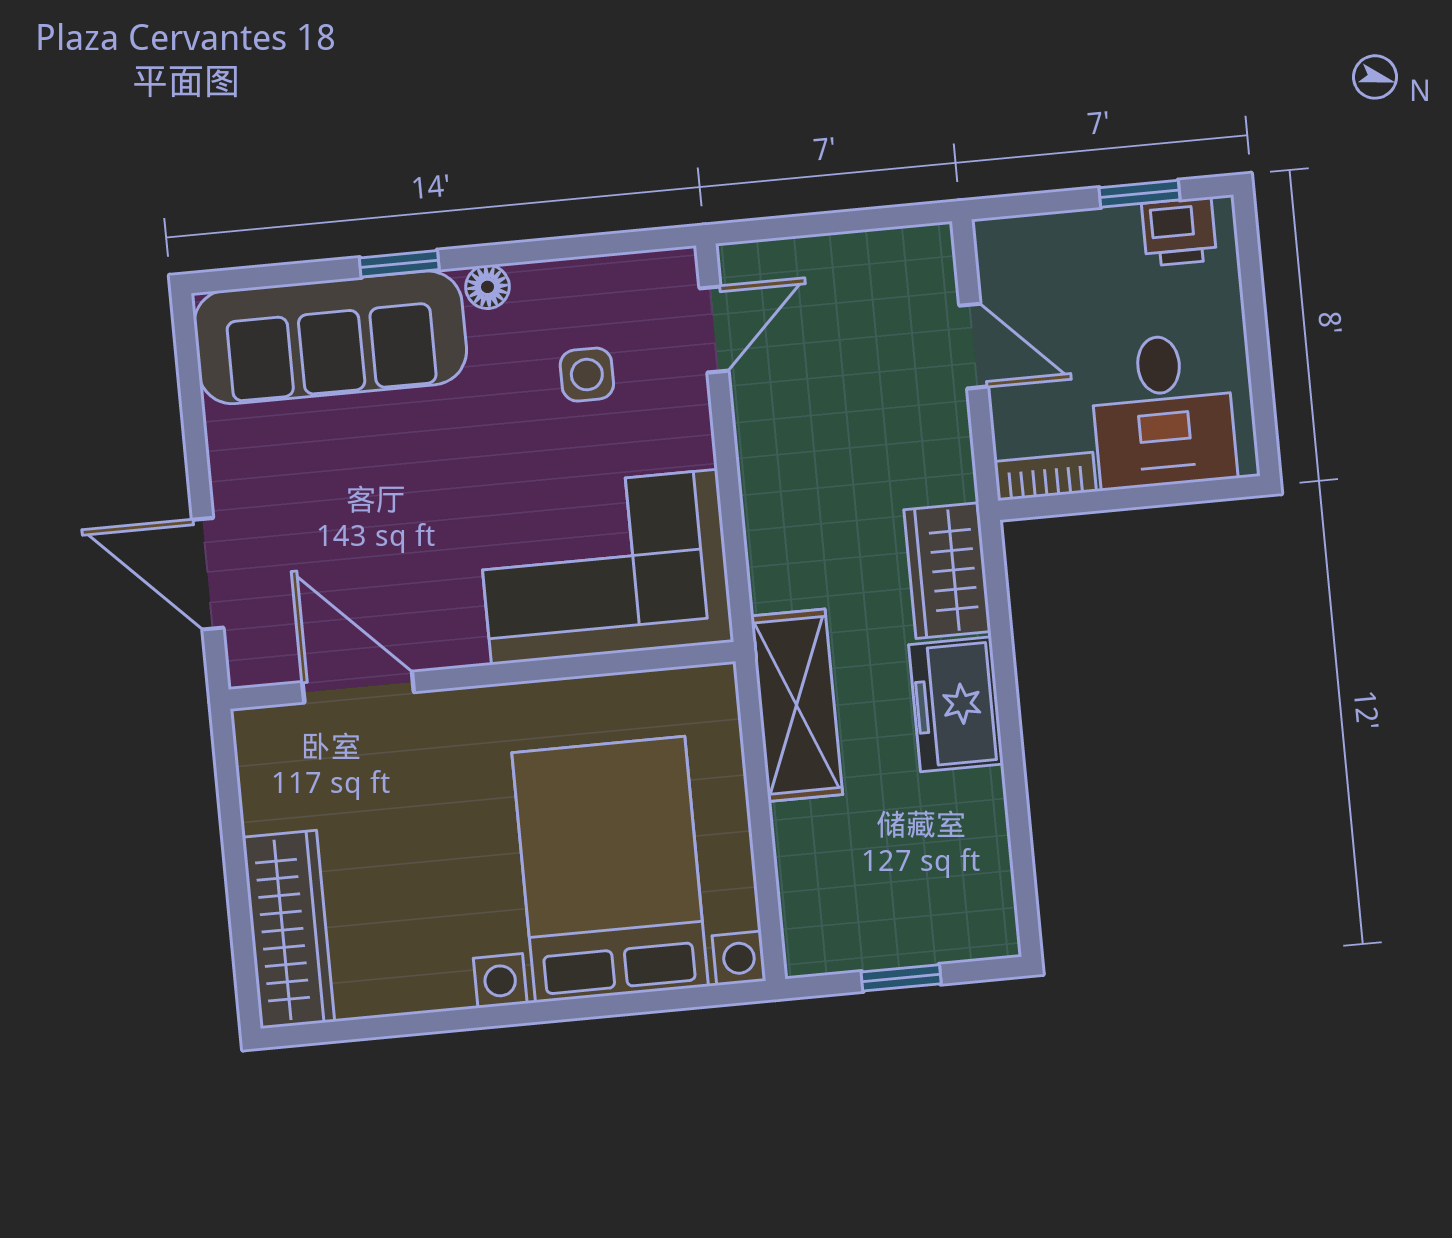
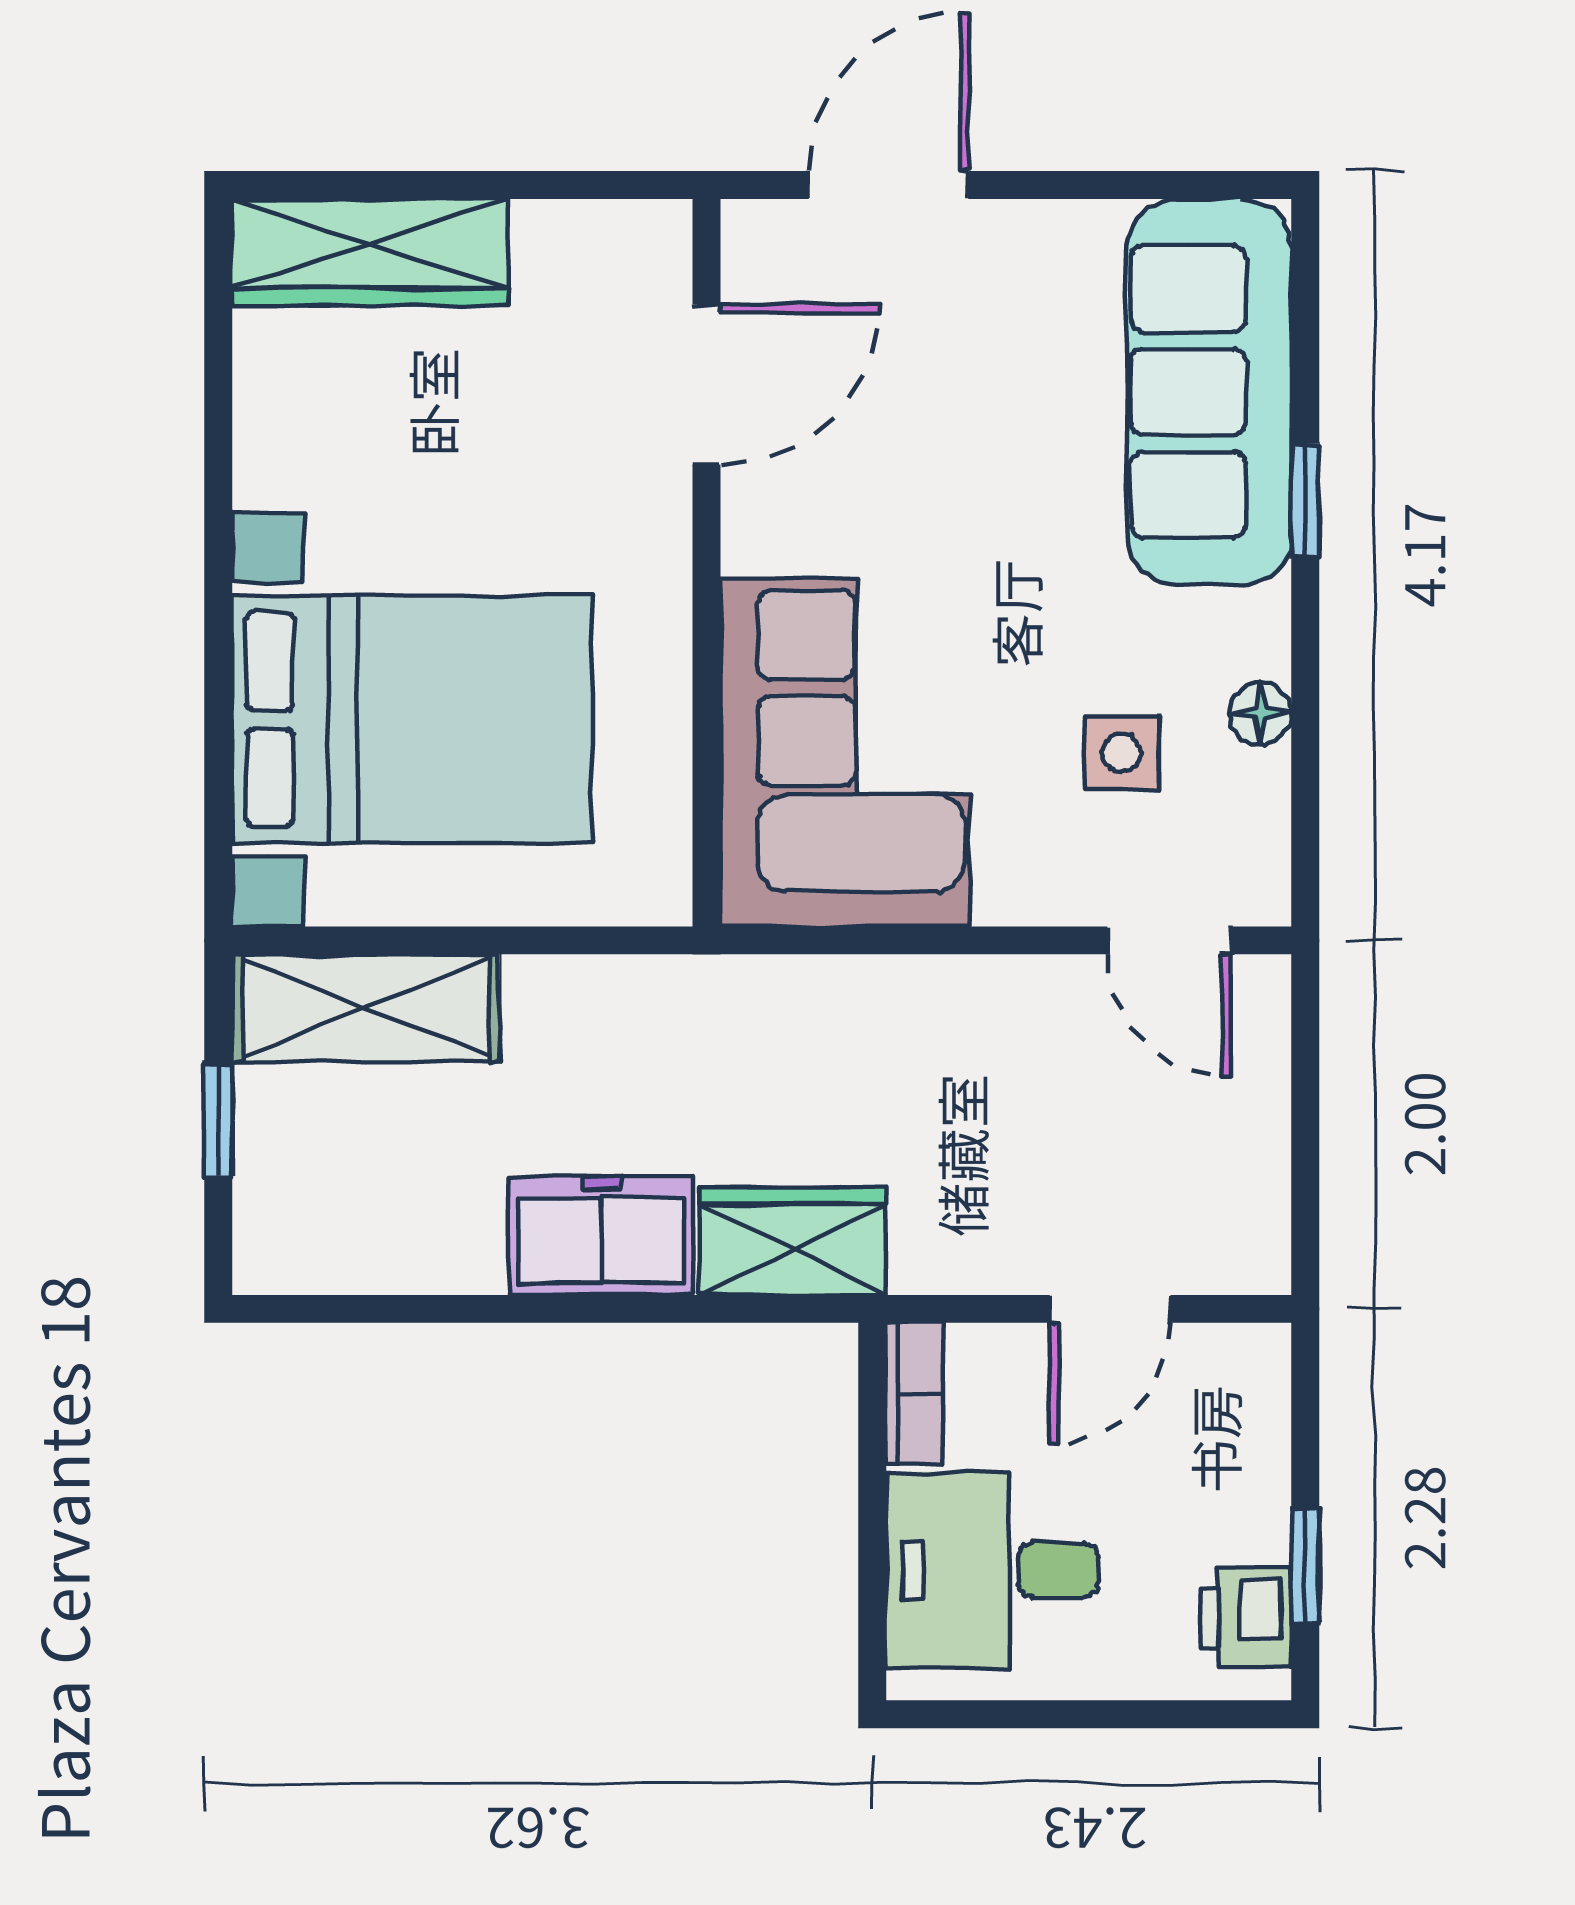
floor lamp: (488, 287) -> (1260, 714), moved
shelving: (797, 705) -> (366, 1008), moved

